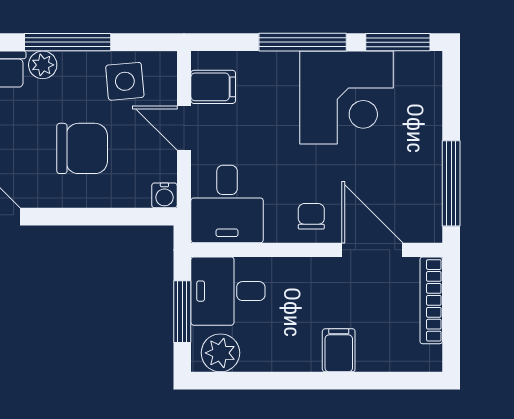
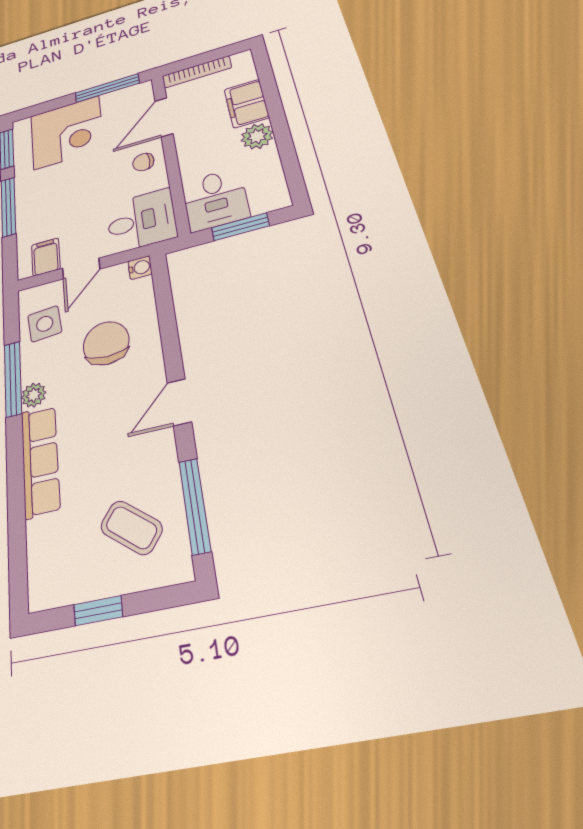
corner desk: (346, 98) -> (67, 132), moved, turned 90
filing cabinet: (339, 350) -> (246, 103), width x2.00
plant: (220, 353) -> (257, 136), moved

